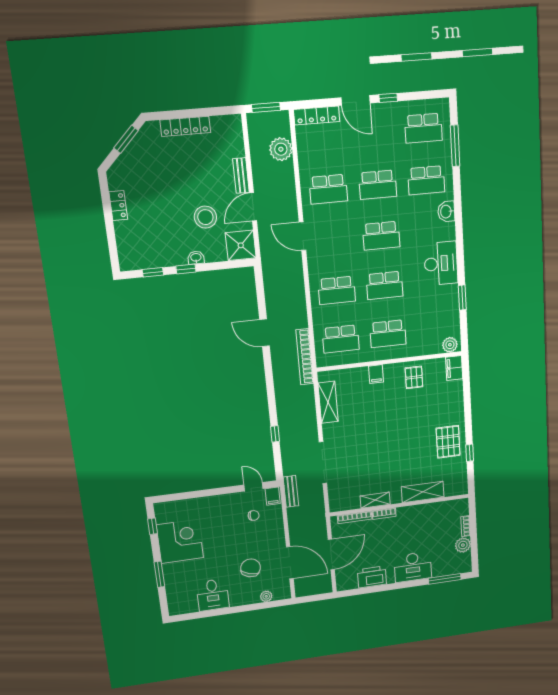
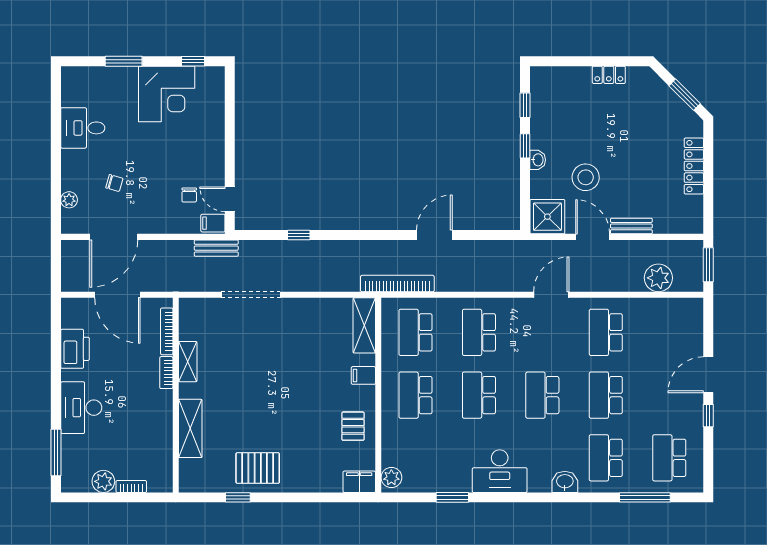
locker: (317, 116) -> (694, 325), removed
pallet: (414, 377) -> (353, 426), turned 90
shelving: (328, 402) -> (364, 325), moved, turned 90
door: (254, 487) -> (230, 199), swing flipped
chair: (251, 568) -> (114, 183), width x0.54, depth x0.54

